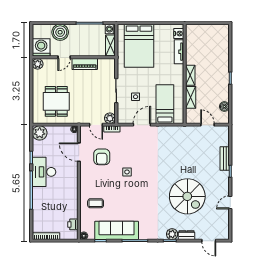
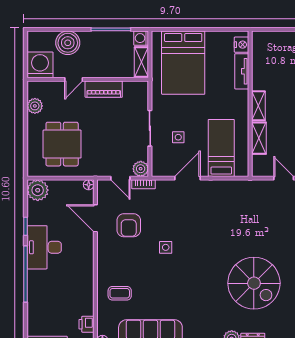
plant: (38, 64) -> (35, 106), moved

